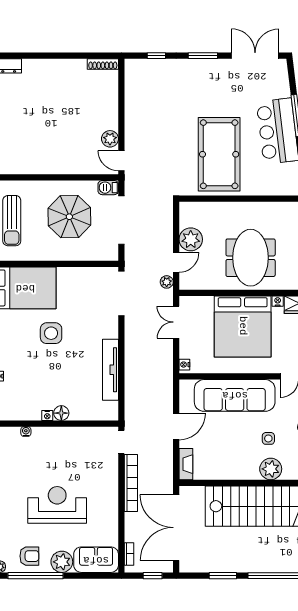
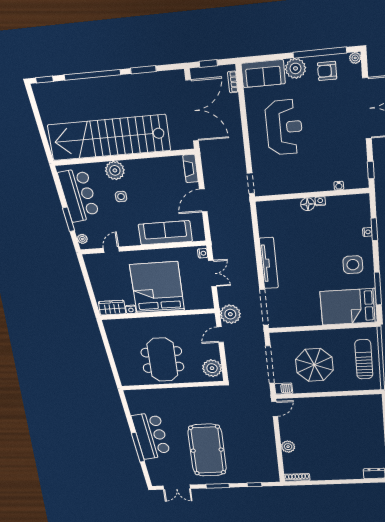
double door: (255, 56) -> (177, 487), width x0.73
plant: (110, 139) -> (288, 447), moved
pool table: (219, 154) -> (207, 450), moved
door: (121, 161) -> (275, 409), hinge flipped
plant: (191, 239) -> (212, 368), moved
meeting table: (251, 258) -> (162, 360), moved
plant: (167, 282) -> (230, 314), width x1.88, depth x1.88
double door: (176, 322) -> (212, 274), moved
side table: (51, 333) -> (353, 265), moved
tv unit: (110, 370) -> (269, 263), moved
sofa: (235, 395) -> (165, 233), width x0.74, depth x0.79
bookcase: (131, 483) -> (238, 147), removed
reception desk: (57, 505) -> (284, 127), moved, turned -90

